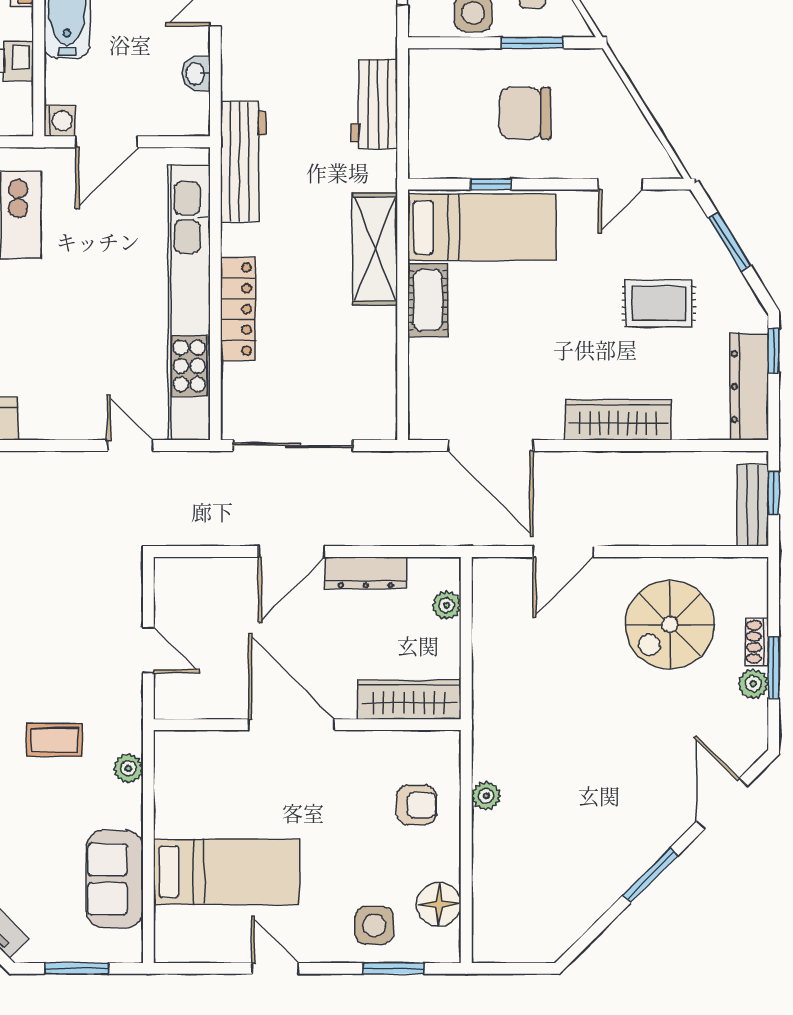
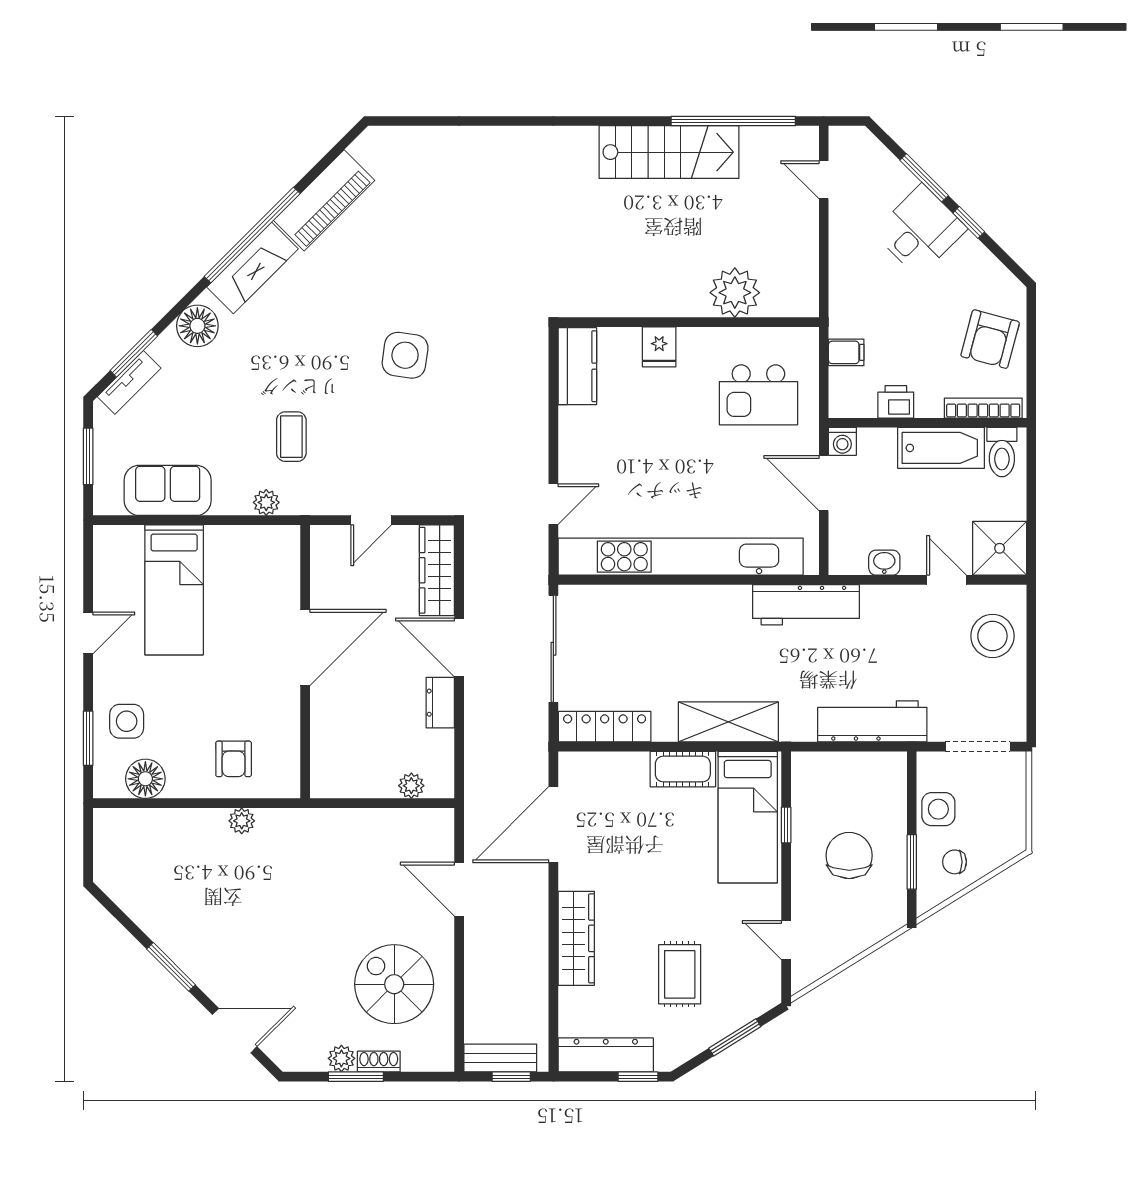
workbench: (374, 104) -> (872, 721), width x1.38
locker: (238, 309) -> (605, 727), moved, turned 180
dresser: (366, 573) -> (440, 703), width x0.70
wardrobe: (409, 700) -> (437, 570), moved, turned 180

